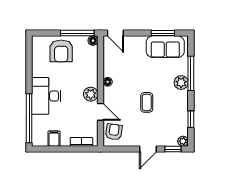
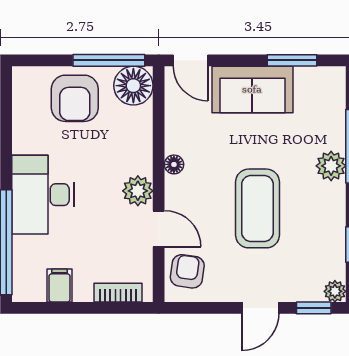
floor lamp: (93, 41) -> (133, 86), width x1.89, depth x1.89
sofa: (165, 47) -> (252, 89), moved
coffee table: (147, 102) -> (257, 208), width x1.86, depth x1.72

